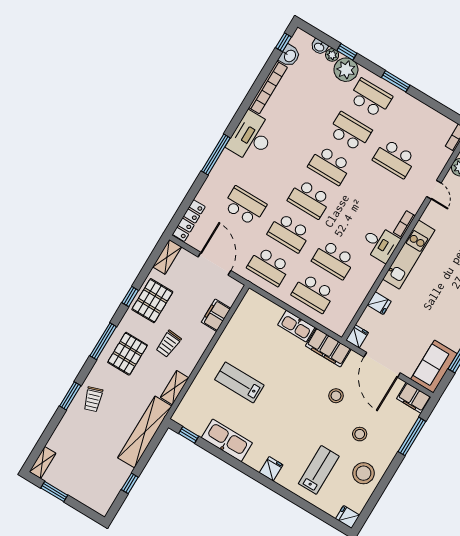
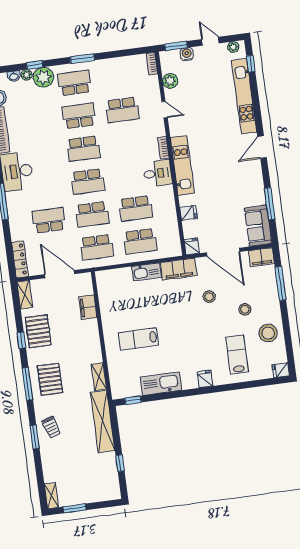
trolley: (168, 344) -> (72, 351), removed

